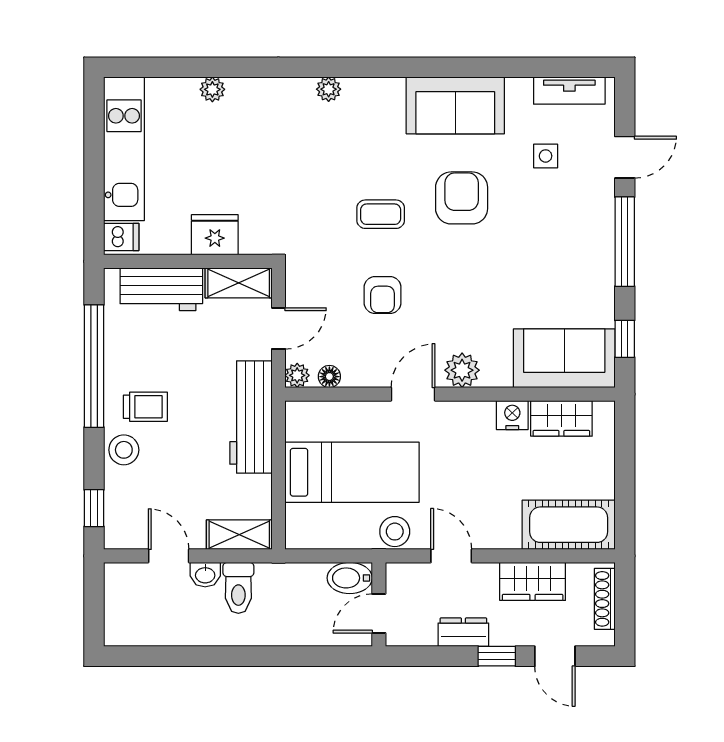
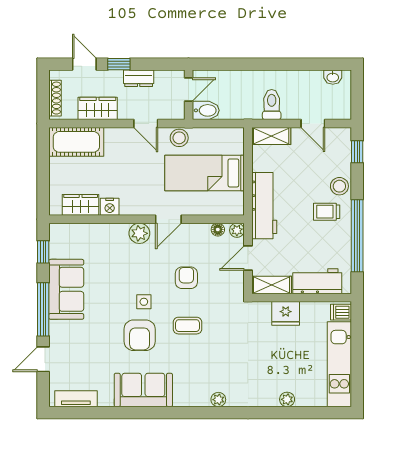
side table: (546, 156) -> (144, 302), moved
sofa: (564, 358) -> (66, 289), moved, turned -90
washbasin: (205, 575) -> (333, 77), moved, turned 180

